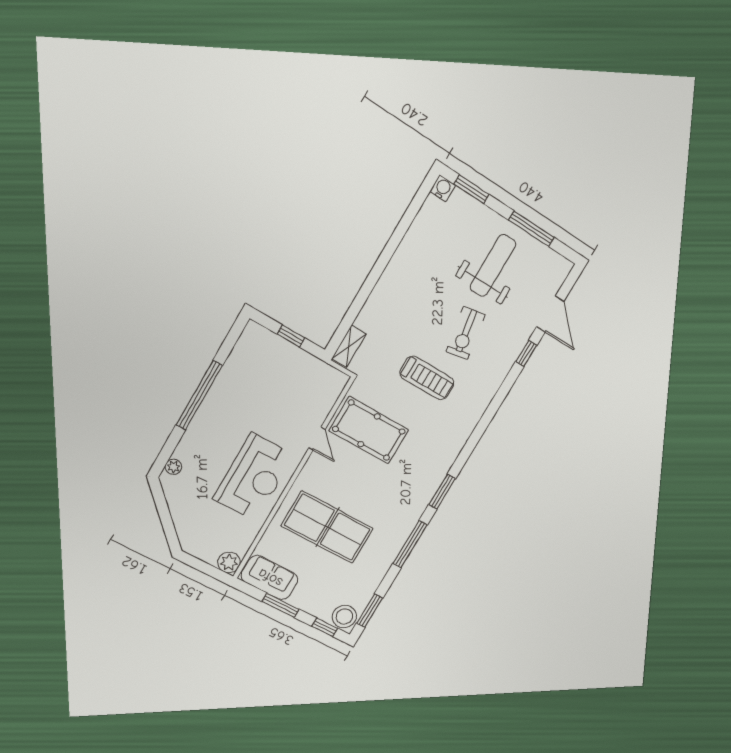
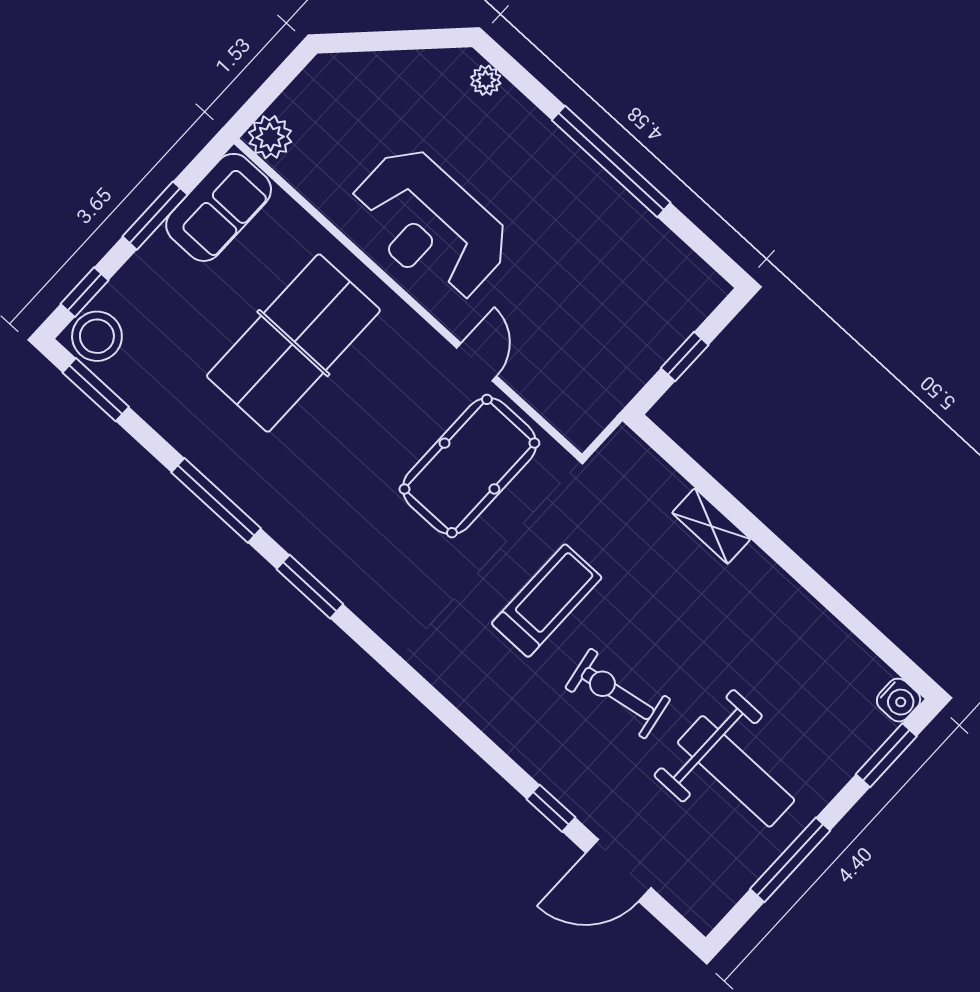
shelving: (349, 346) -> (711, 526), moved
treadmill: (427, 378) -> (547, 601), turned 180
door: (317, 439) -> (477, 362), swing flipped

